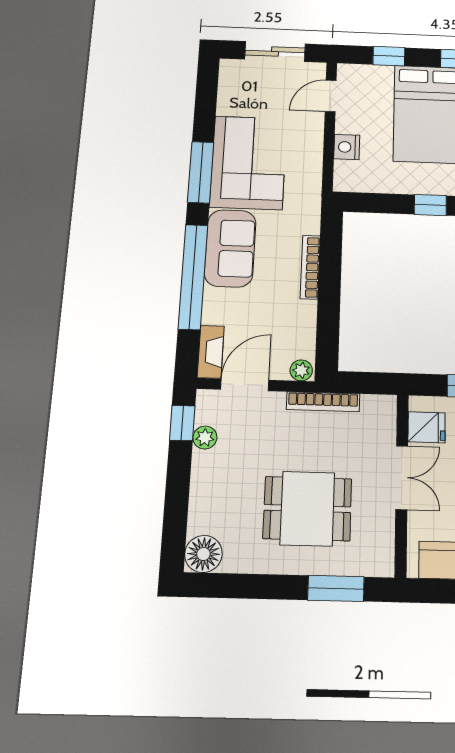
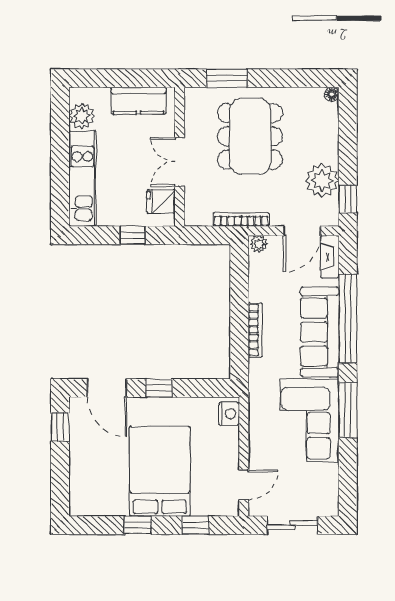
nightstand: (347, 147) -> (229, 414), moved
sofa: (230, 248) -> (320, 332), width x1.36
plant: (205, 438) -> (322, 180), width x1.88, depth x1.88
dining table: (307, 509) -> (250, 136), width x1.38
floor lamp: (203, 554) -> (332, 94), width x0.53, depth x0.53

